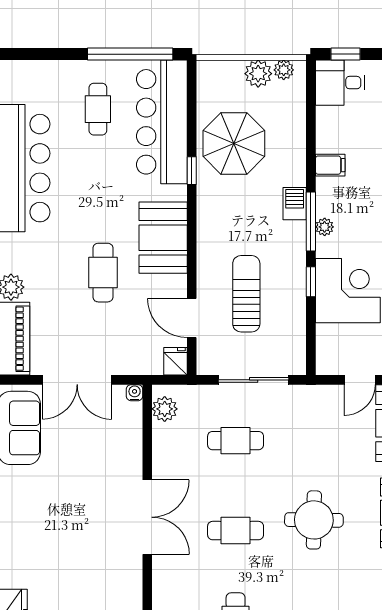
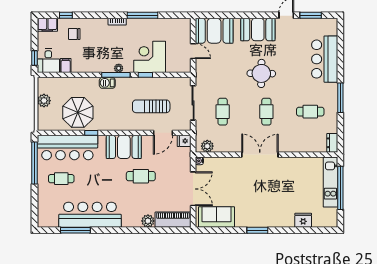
plant: (284, 70) -> (42, 88), removed
filing cabinet: (330, 165) -> (66, 66), moved

